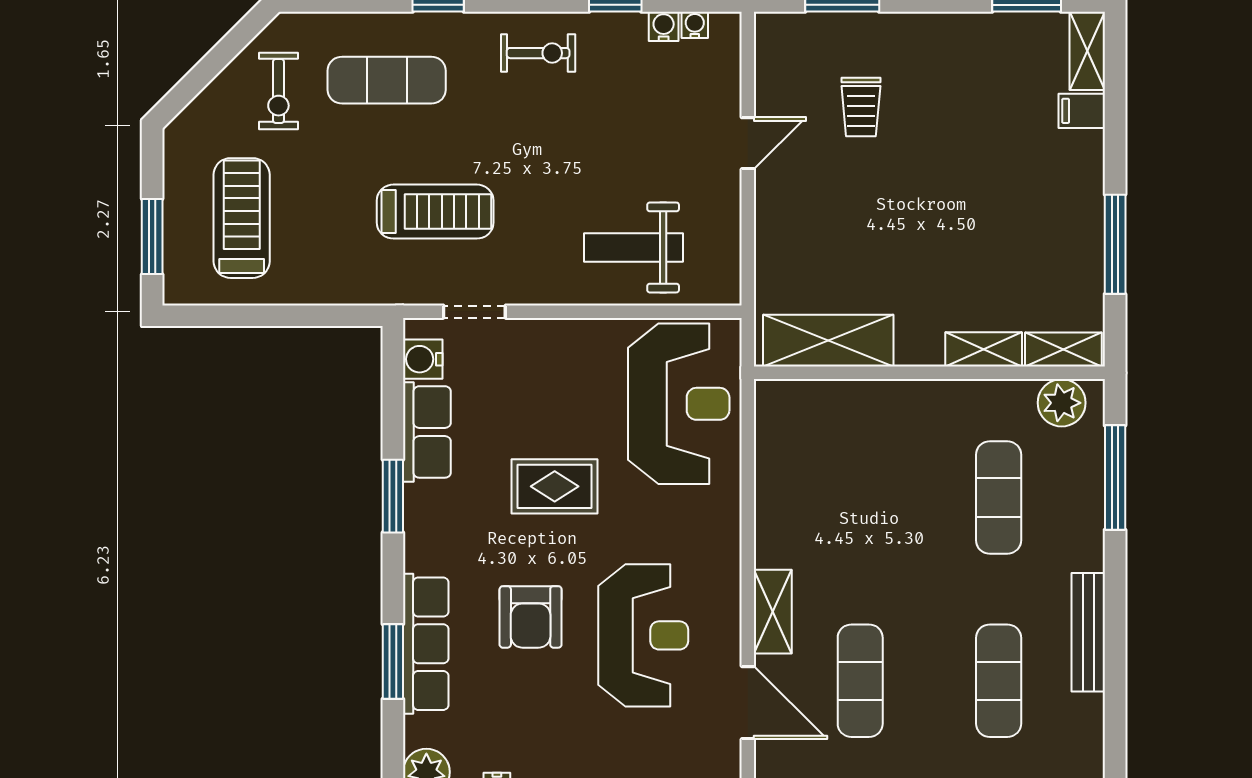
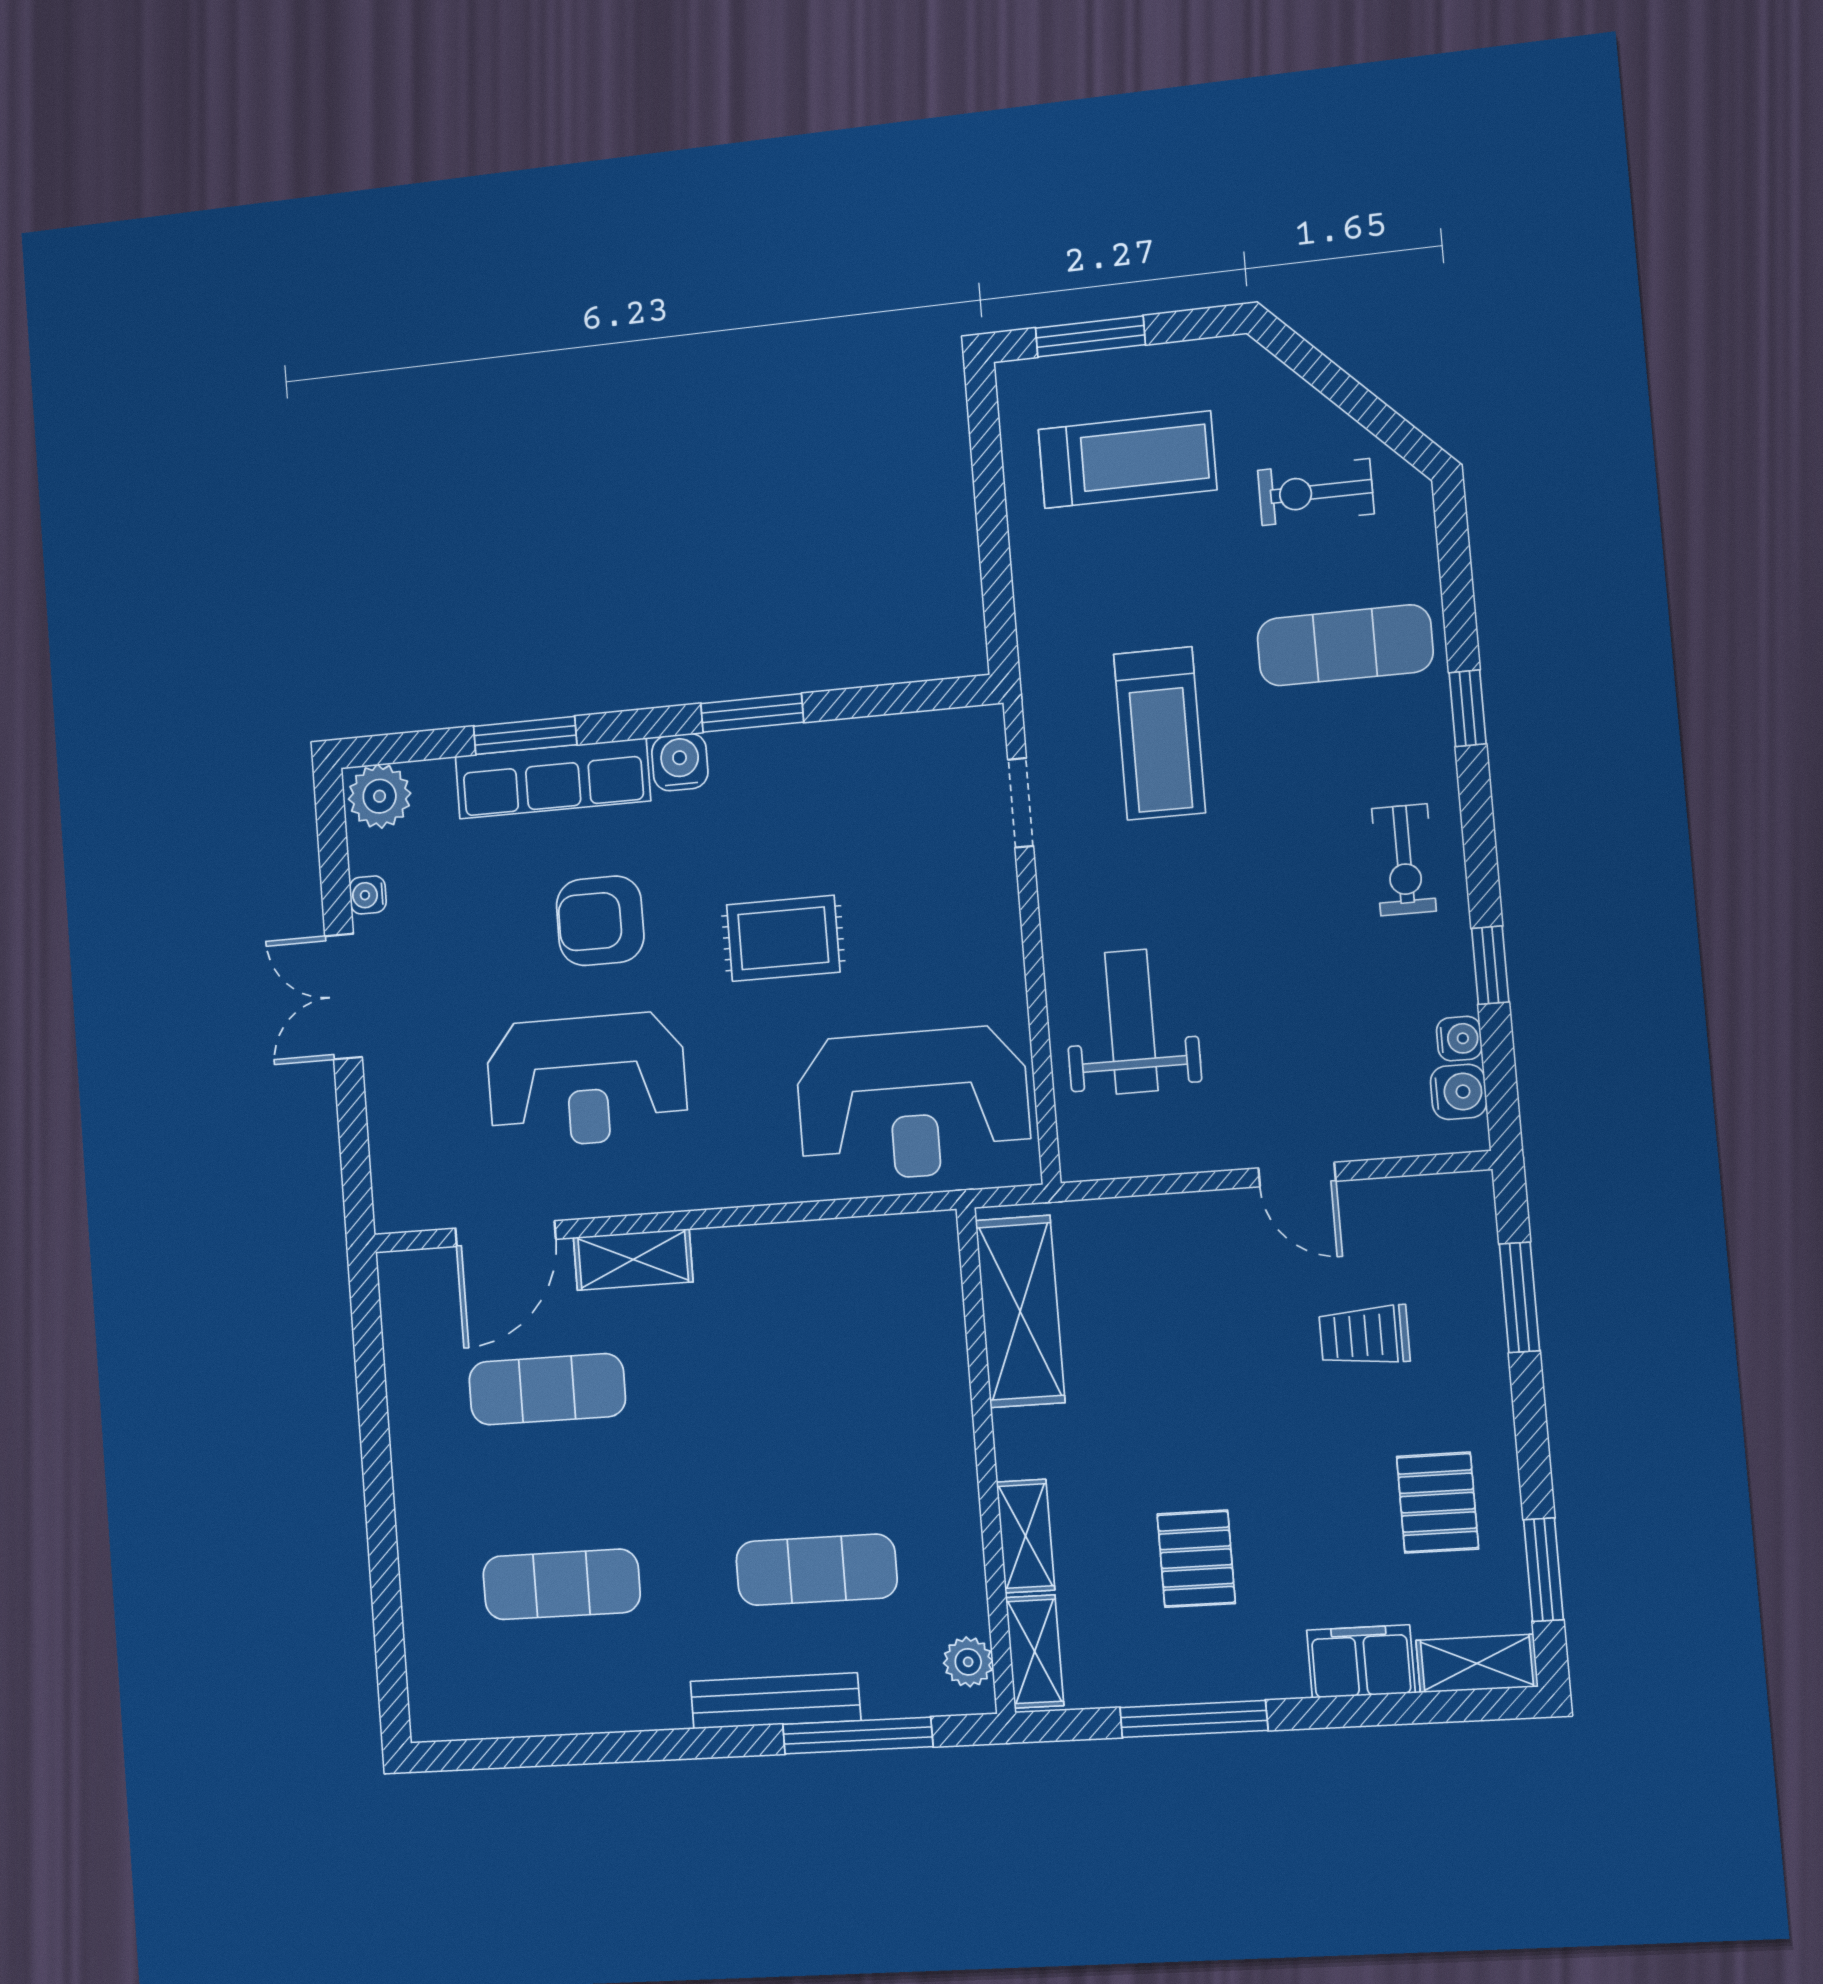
water cooler: (695, 25) -> (1459, 1092), width x1.38, depth x1.38
pallet: (977, 68) -> (1438, 1503), added
exercise mat: (387, 80) -> (1345, 645), turned 90
filing cabinet: (1082, 111) -> (1361, 1661), width x2.00
pallet: (1006, 234) -> (1196, 1559), added
water cooler: (423, 359) -> (680, 762), moved
plant: (1062, 403) -> (968, 1662), width x0.73, depth x0.73
row of seats: (427, 432) -> (845, 752), removed
rug: (555, 486) -> (783, 938), turned 90
bench: (1088, 632) -> (775, 1701), moved

